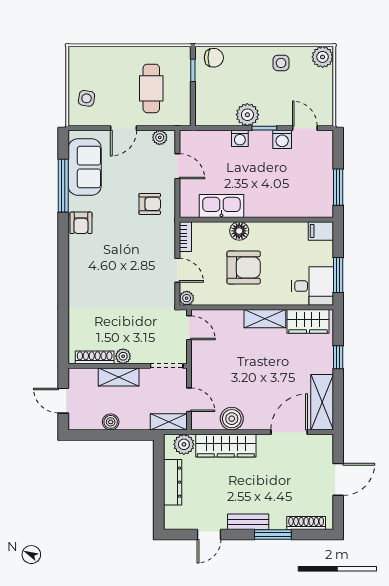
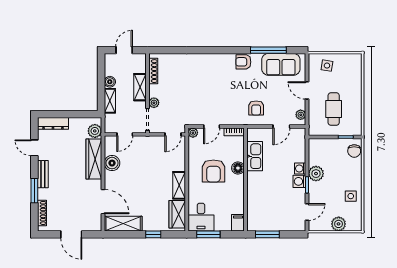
plant: (323, 57) -> (339, 224), moved
cafe table: (151, 88) -> (334, 109), turned 90
washing machine: (282, 139) -> (299, 181), moved
plant: (123, 356) -> (154, 103), moved
shelving: (169, 422) -> (110, 101), moved
dresser: (173, 482) -> (53, 123), moved

